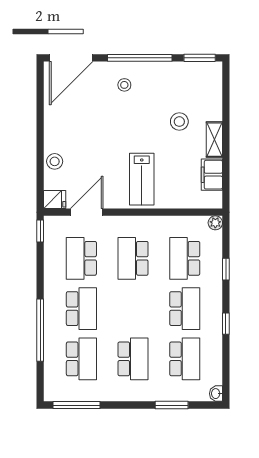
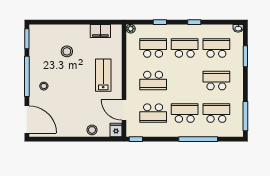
shelving: (214, 140) -> (78, 29), removed
lab bench: (142, 179) -> (103, 75), turned -90
school desk: (185, 258) -> (153, 48), turned 180

